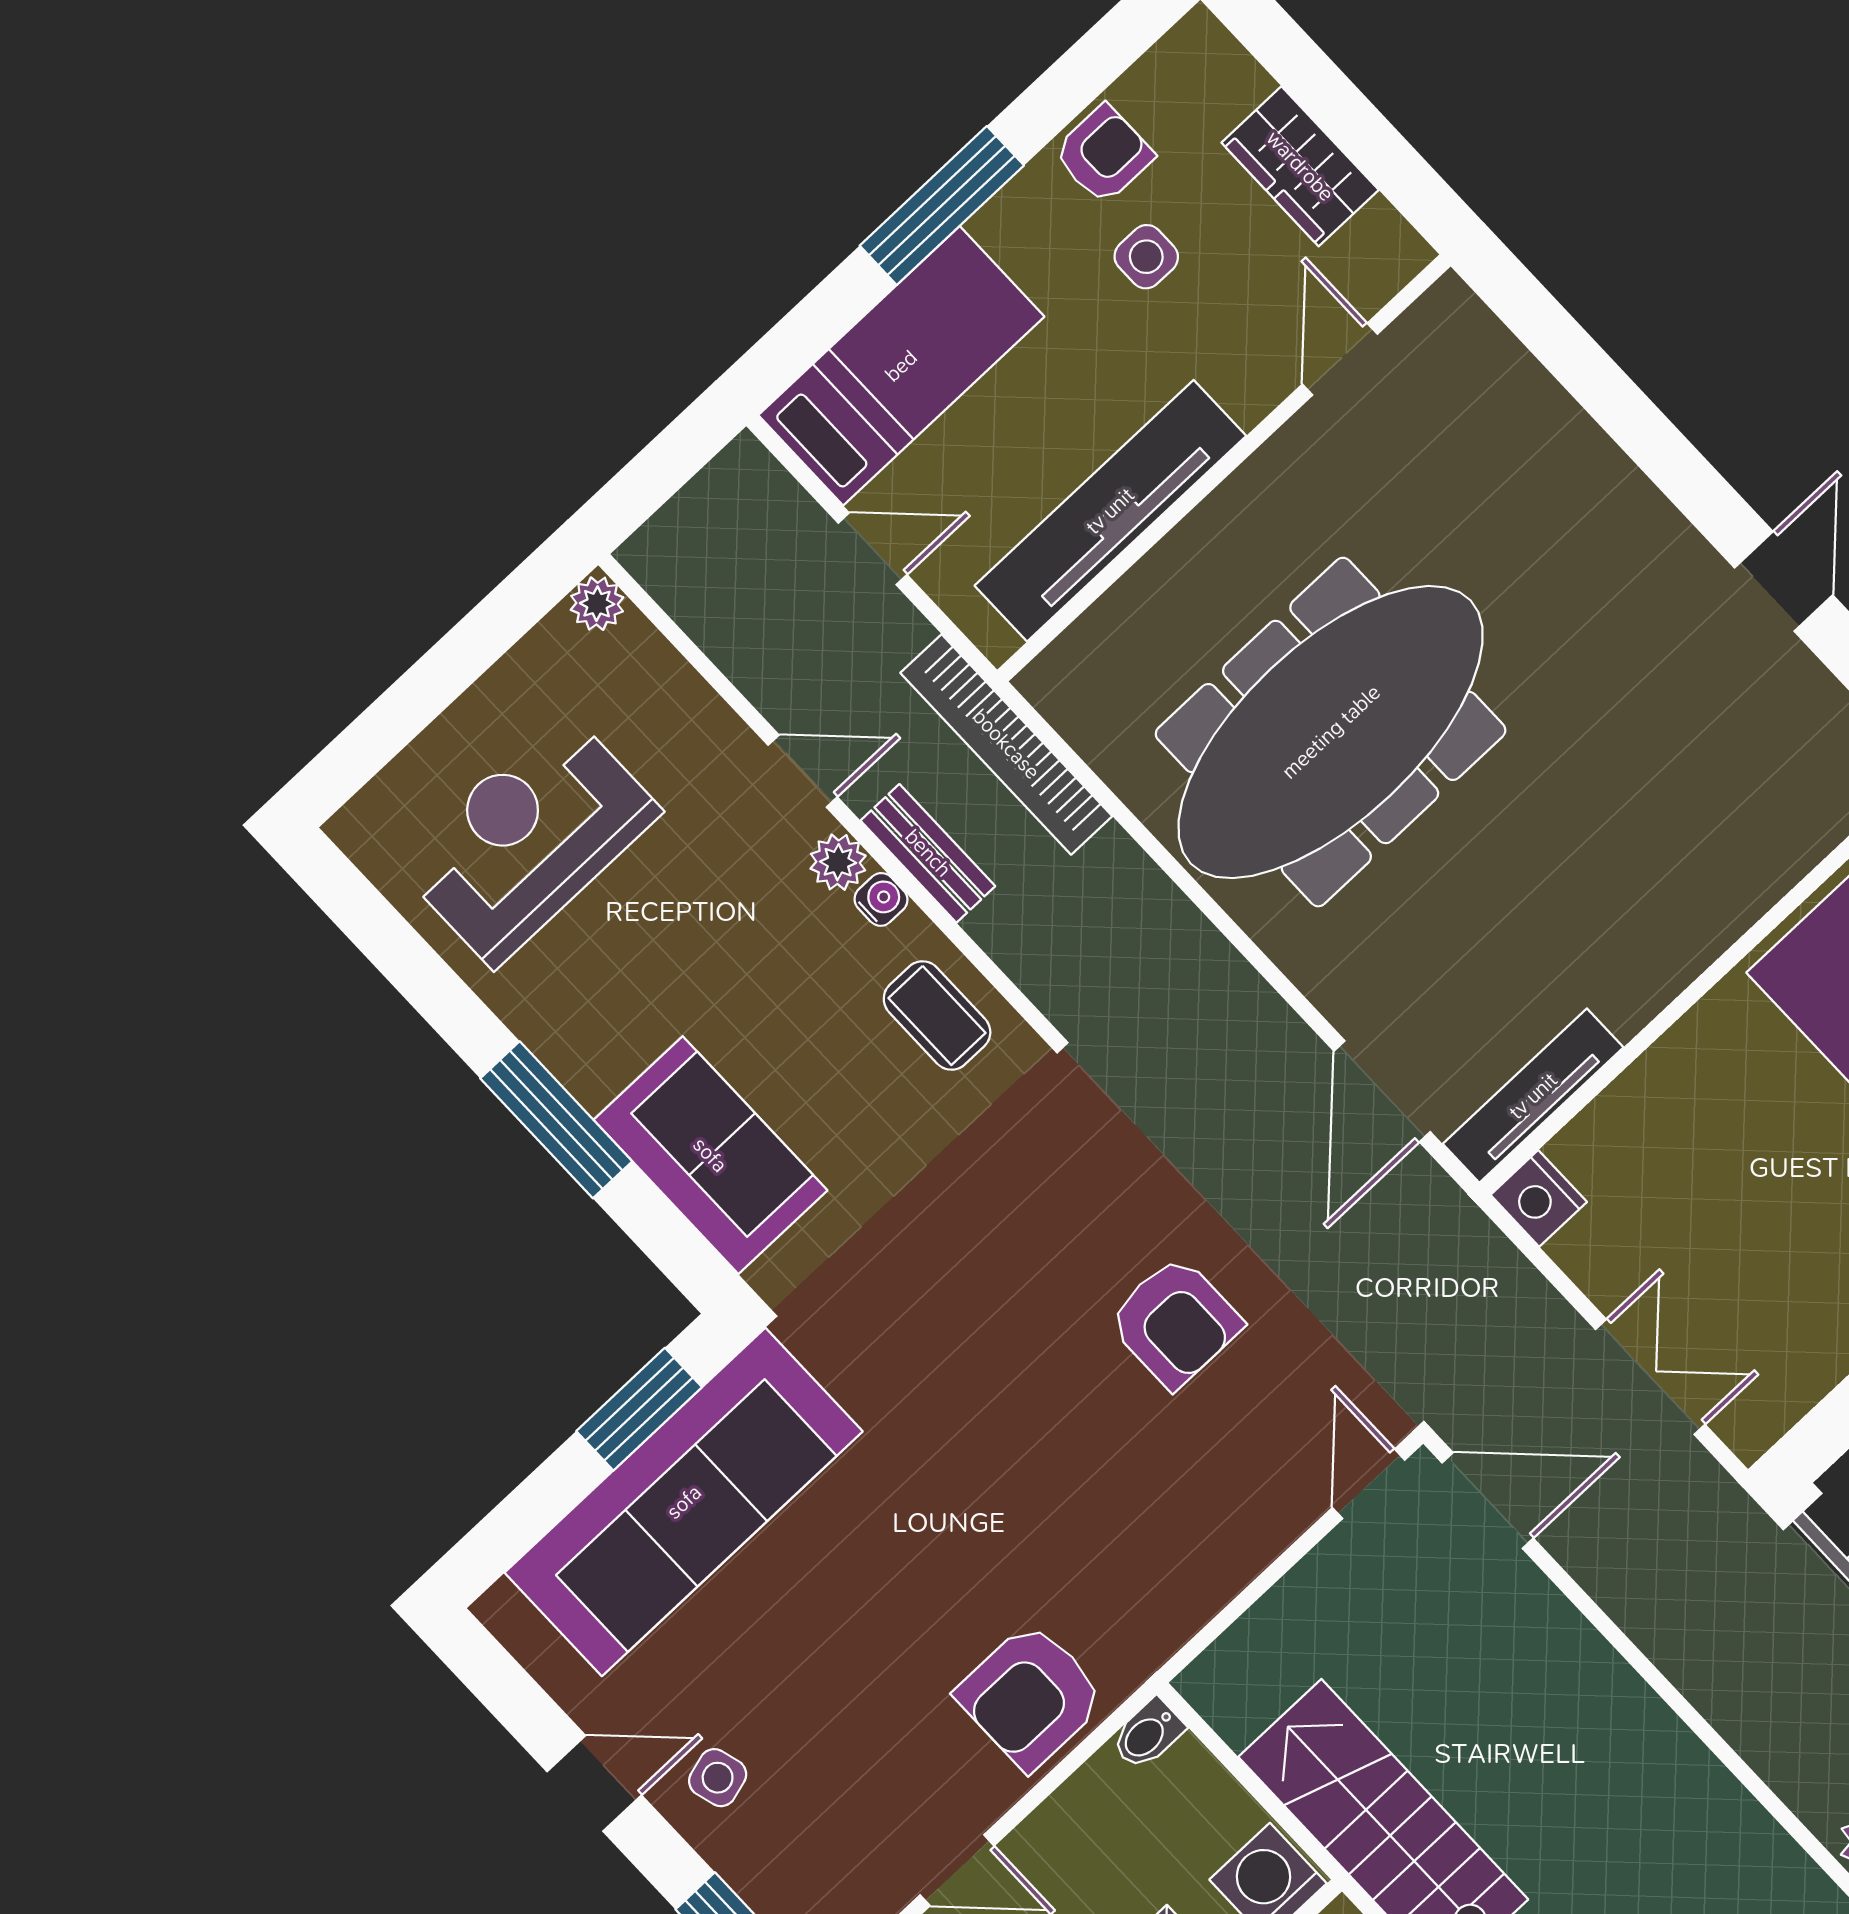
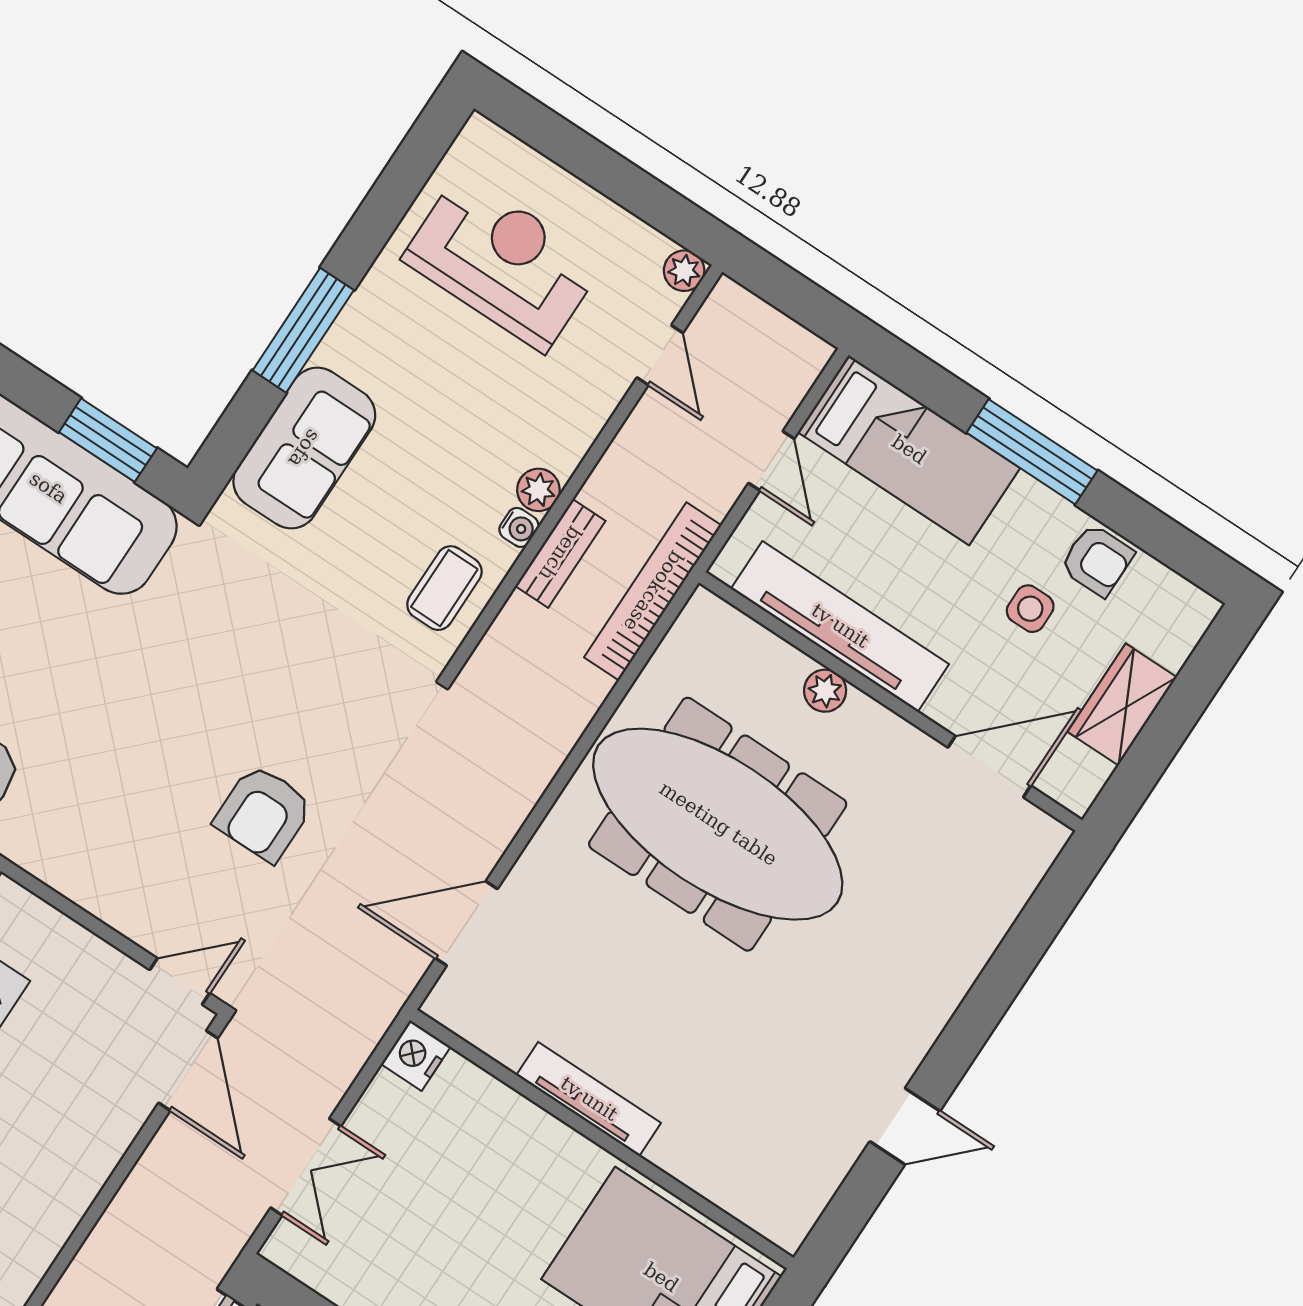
door: (1340, 359) -> (989, 767), width x1.38
plant: (1190, 550) -> (825, 691), added
door: (803, 771) -> (660, 355), moved
tv unit: (1533, 1096) -> (589, 1099), moved

